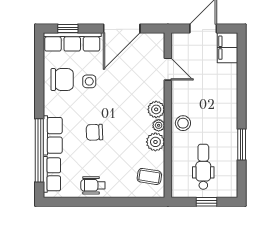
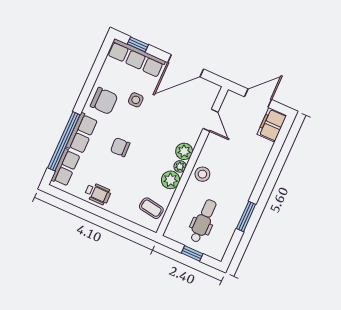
chair: (62, 79) -> (104, 101), moved
wheelchair: (93, 185) -> (98, 194), turned 180

